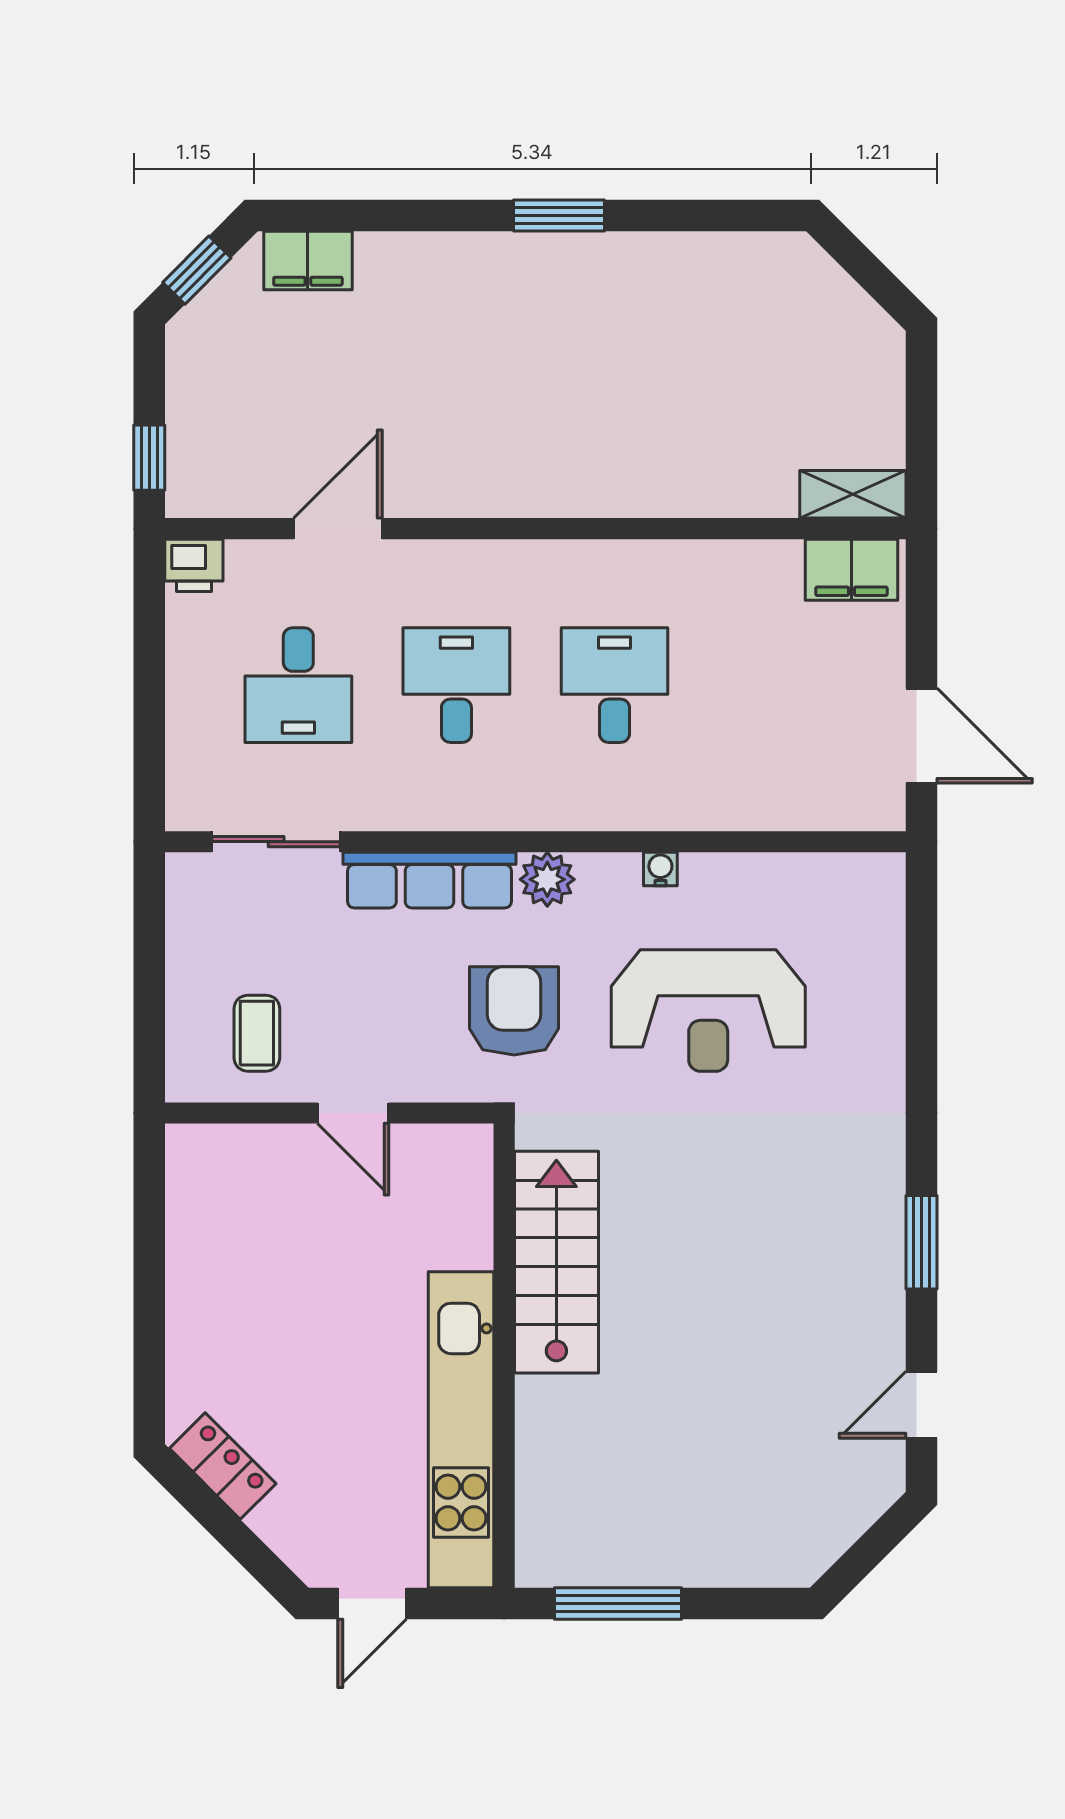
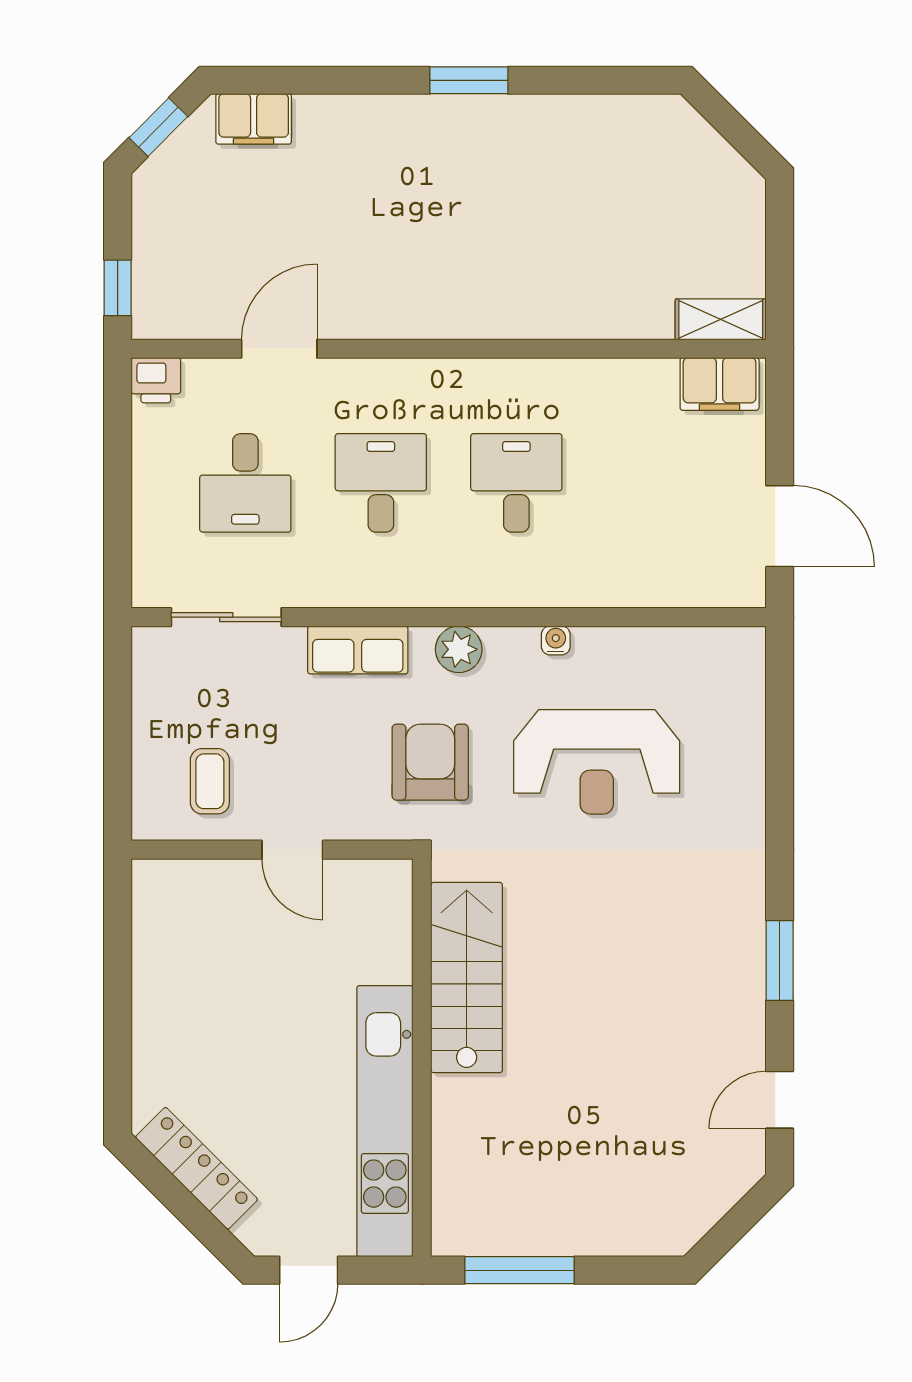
row of seats: (430, 880) -> (358, 650), width x0.68
locker: (223, 1466) -> (197, 1168), width x1.53

